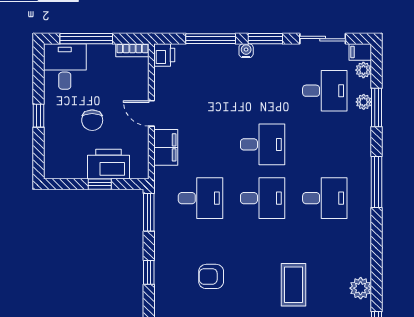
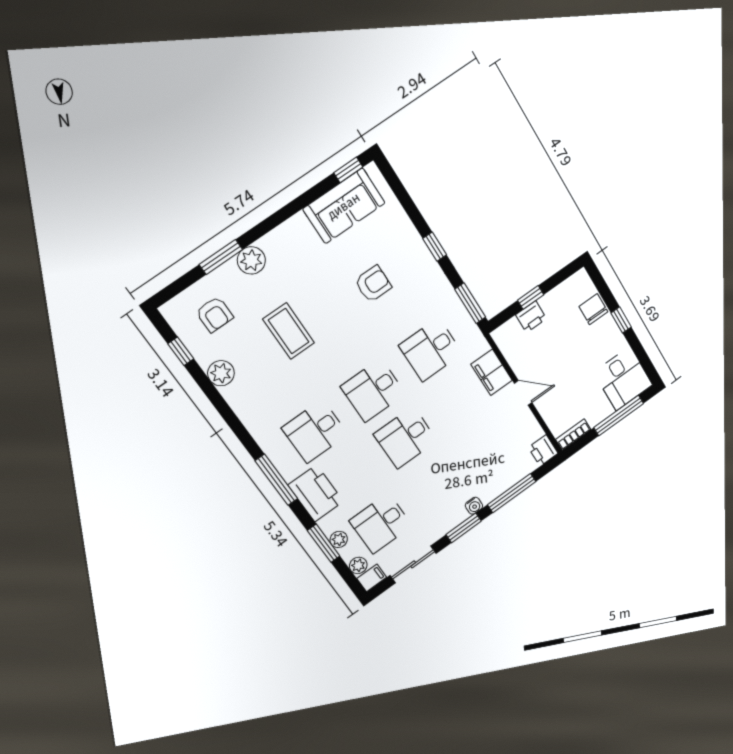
chair: (92, 120) -> (593, 309), moved
printer: (356, 151) -> (316, 493), added
printer: (109, 164) -> (531, 317), width x0.53, depth x0.68

